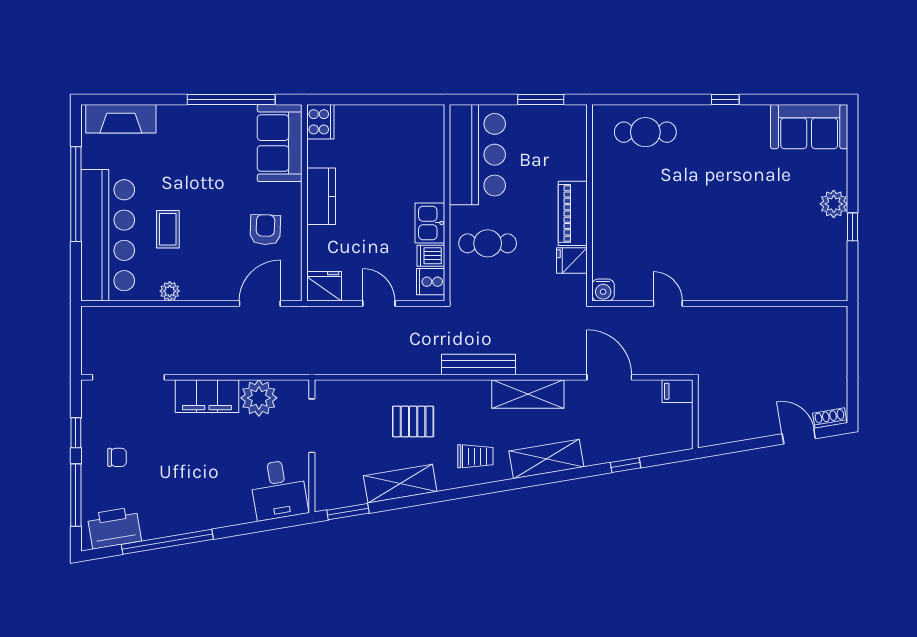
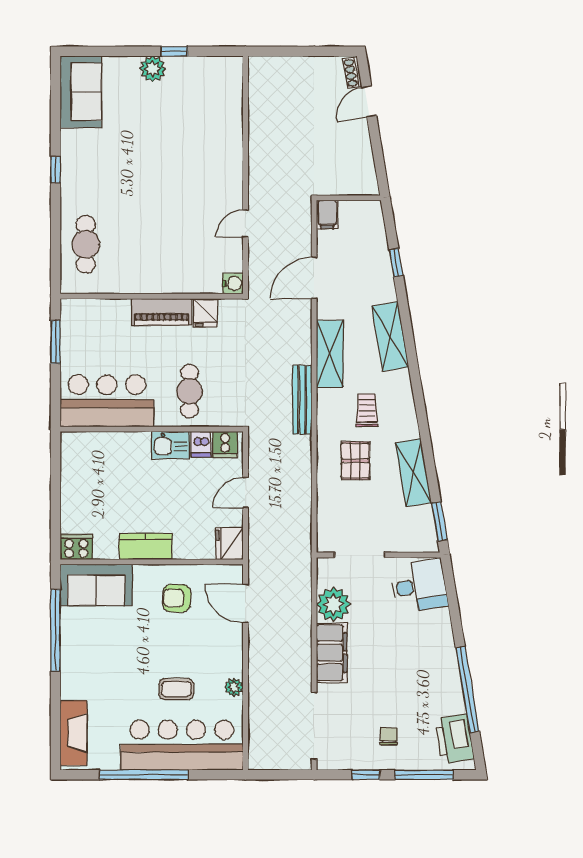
trolley: (475, 456) -> (367, 410), moved

